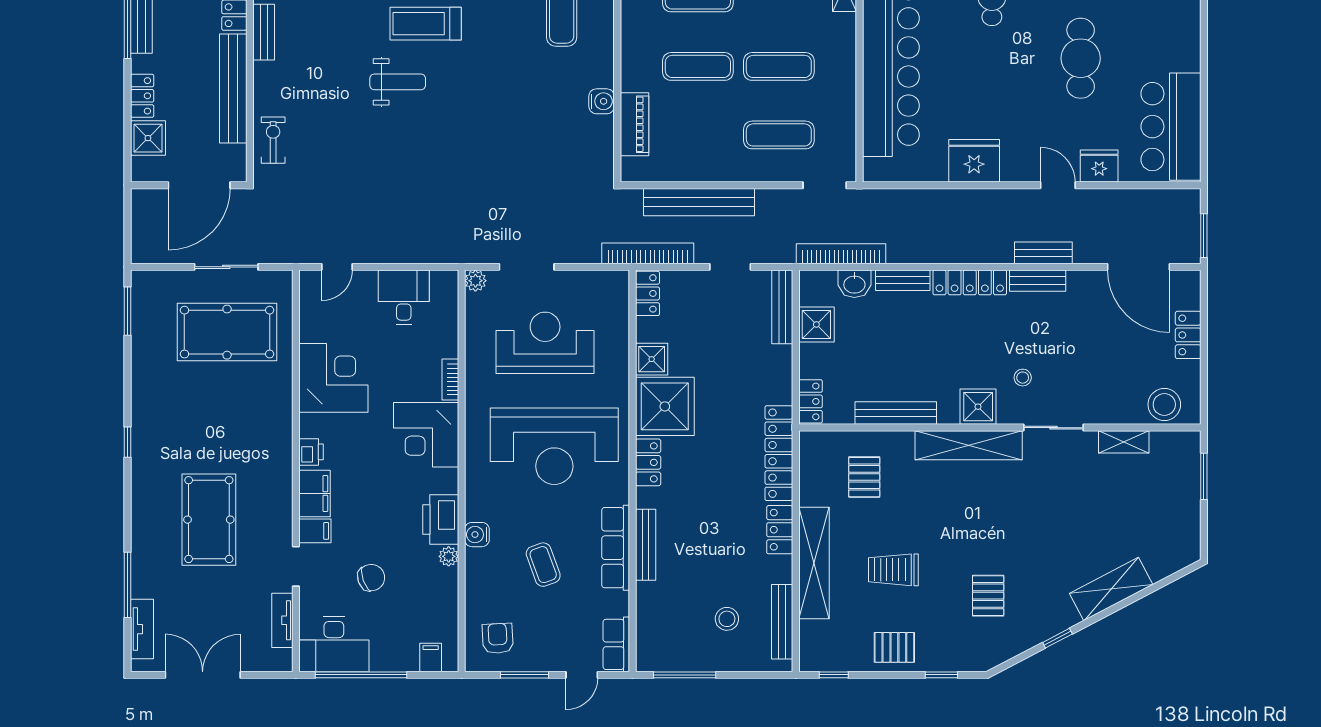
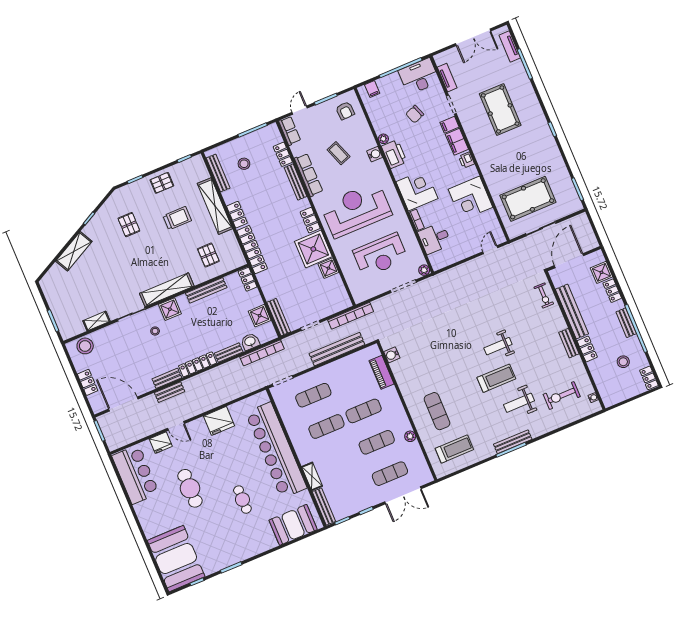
water cooler: (602, 101) -> (392, 355), moved
locker: (647, 293) -> (283, 154), moved
desk: (404, 297) -> (435, 238), moved, turned 90

